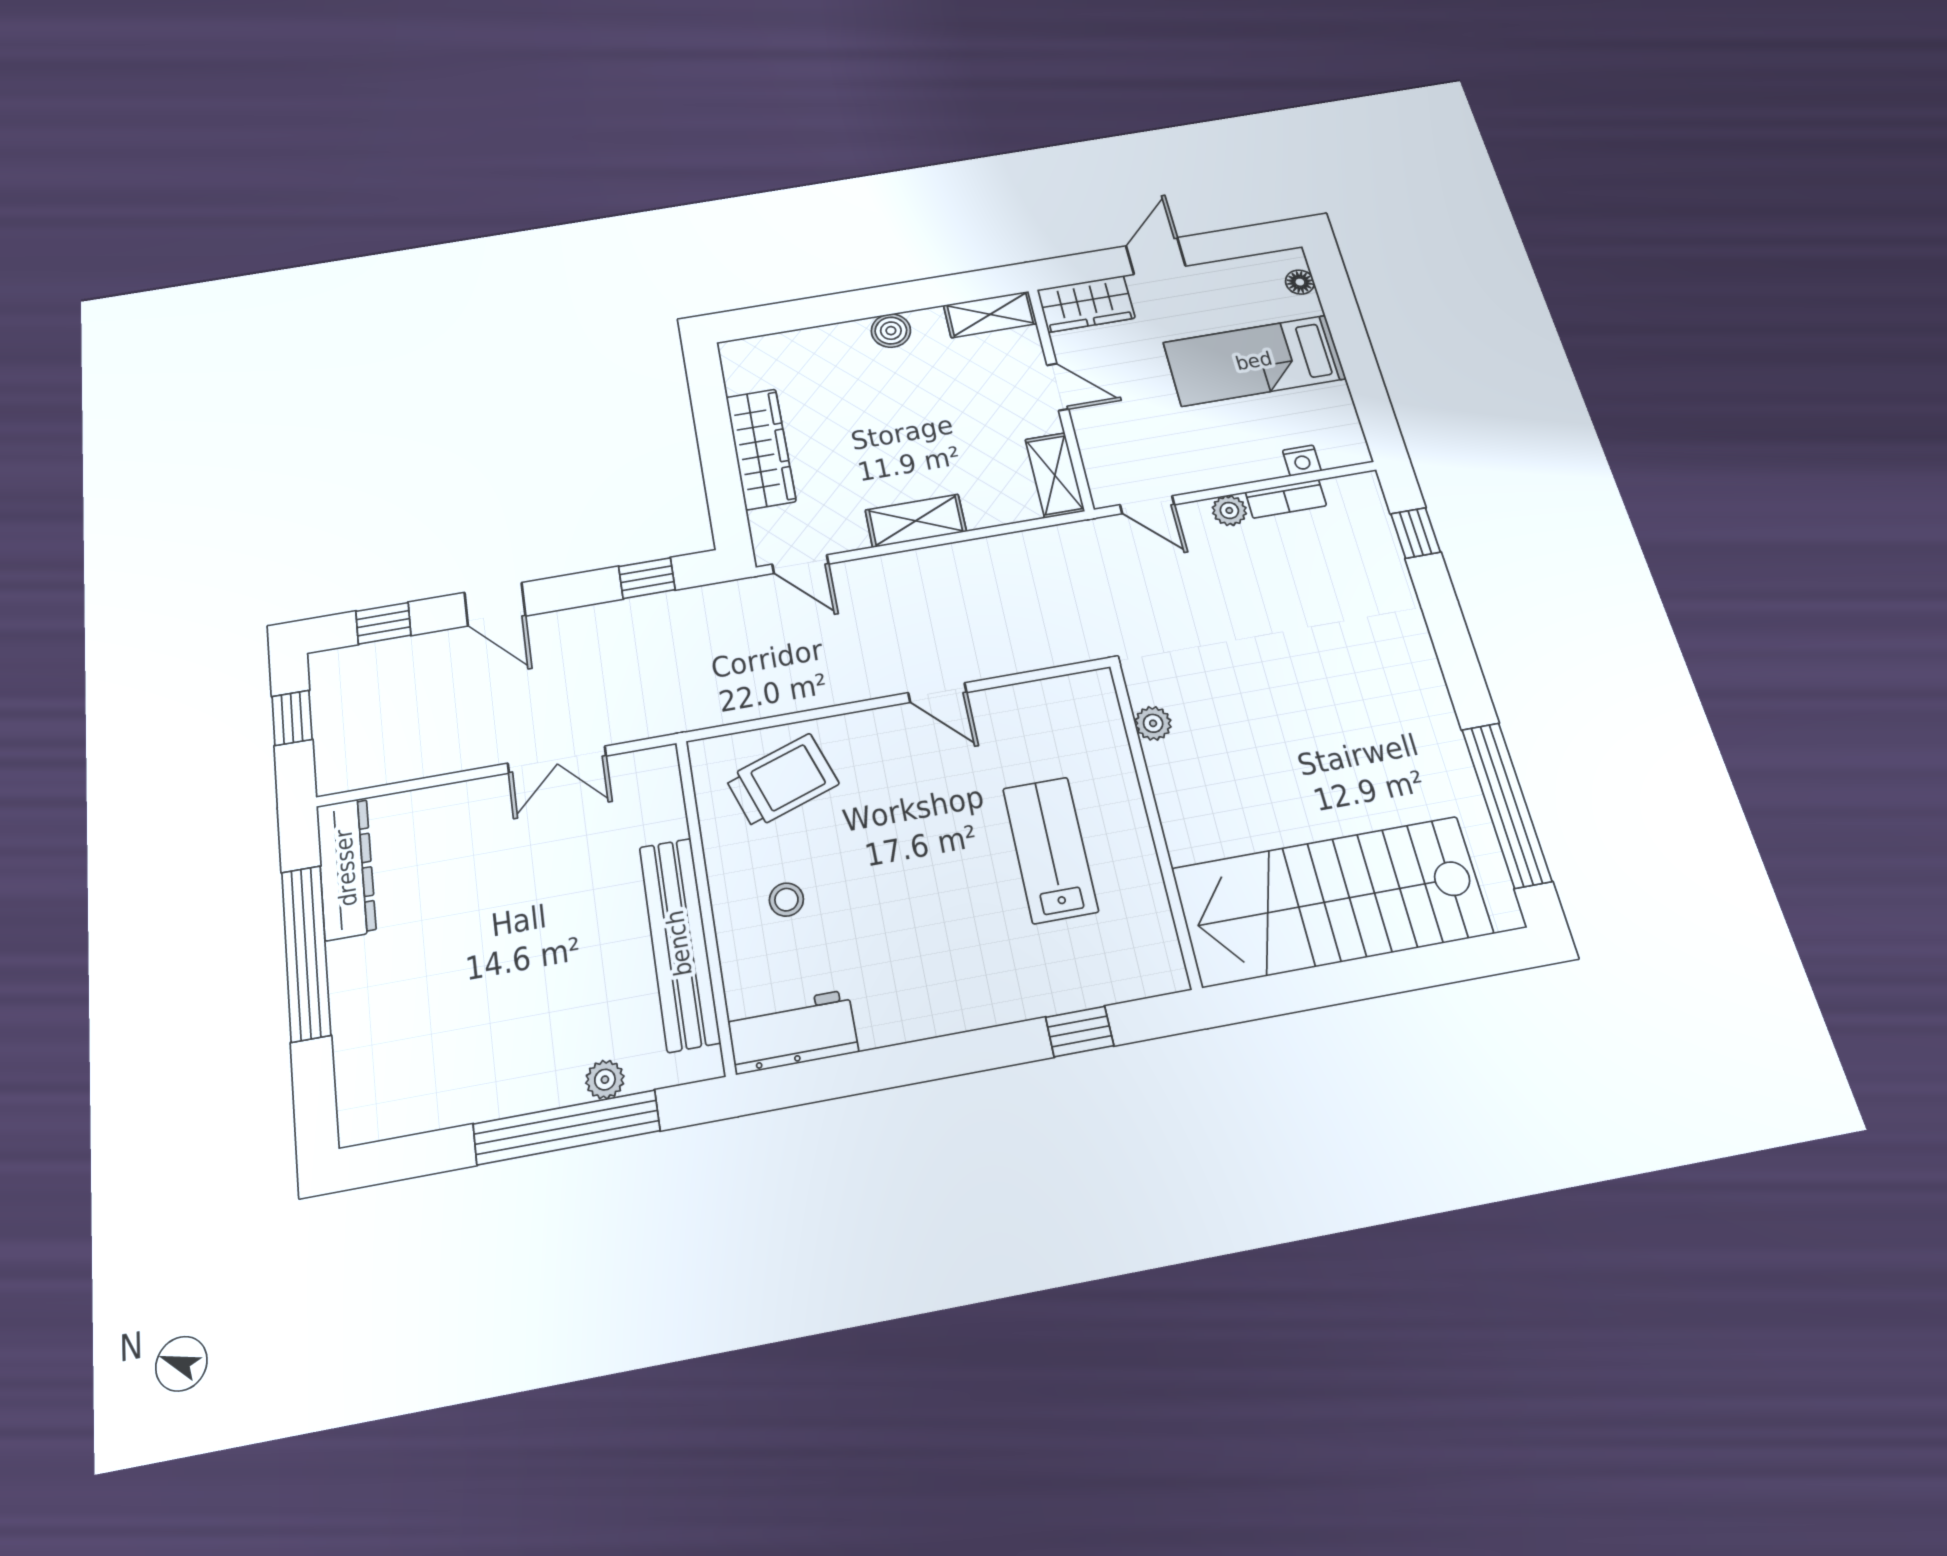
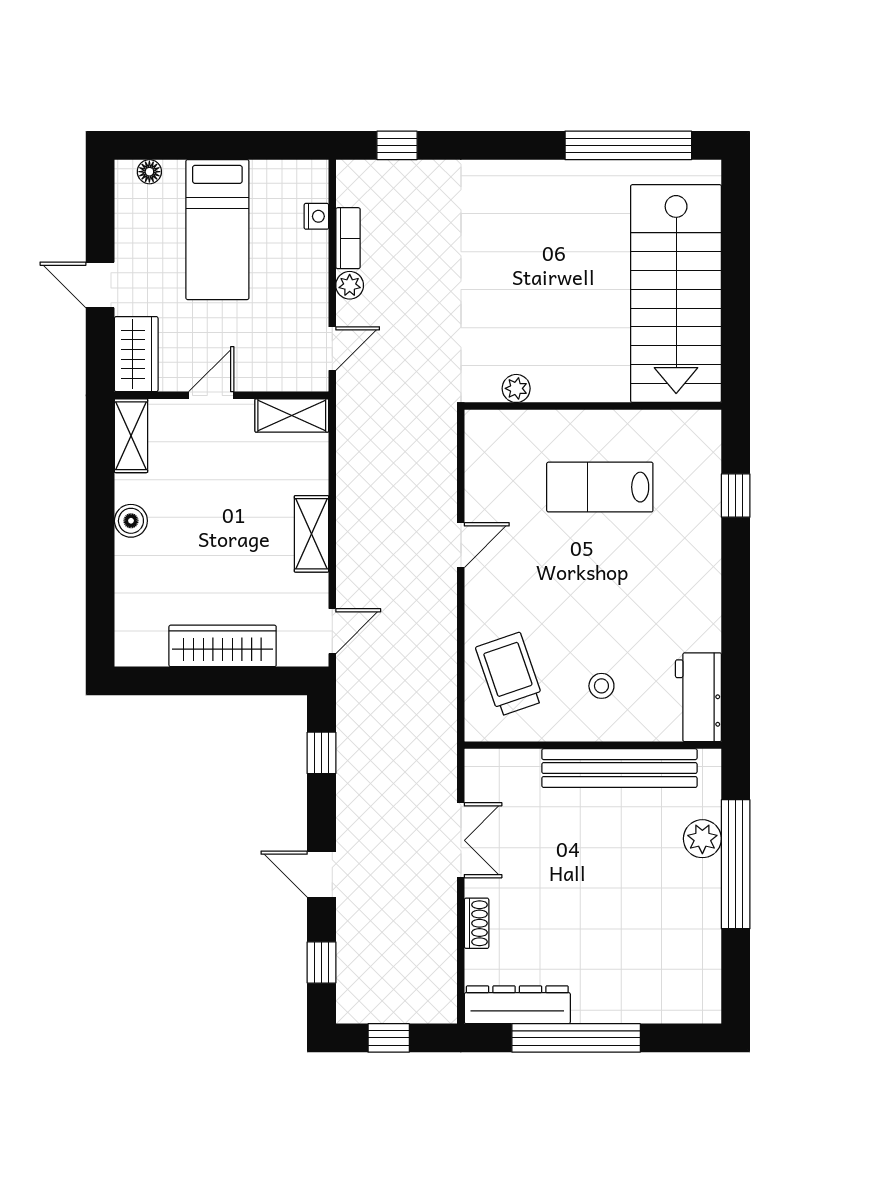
door: (495, 604) -> (322, 874), swing flipped
shoe rack: (450, 798) -> (477, 923), added
plant: (605, 1080) -> (702, 839), width x1.38, depth x1.38

